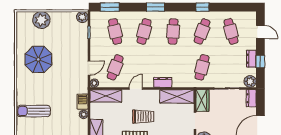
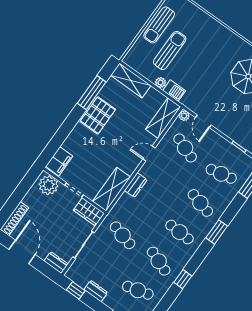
window: (260, 61) -> (76, 290), moved
plant: (250, 81) -> (74, 273), removed
door: (136, 89) -> (149, 154), swing flipped
sun lounger: (34, 111) -> (170, 50), moved
trolley: (143, 117) -> (115, 141), removed

